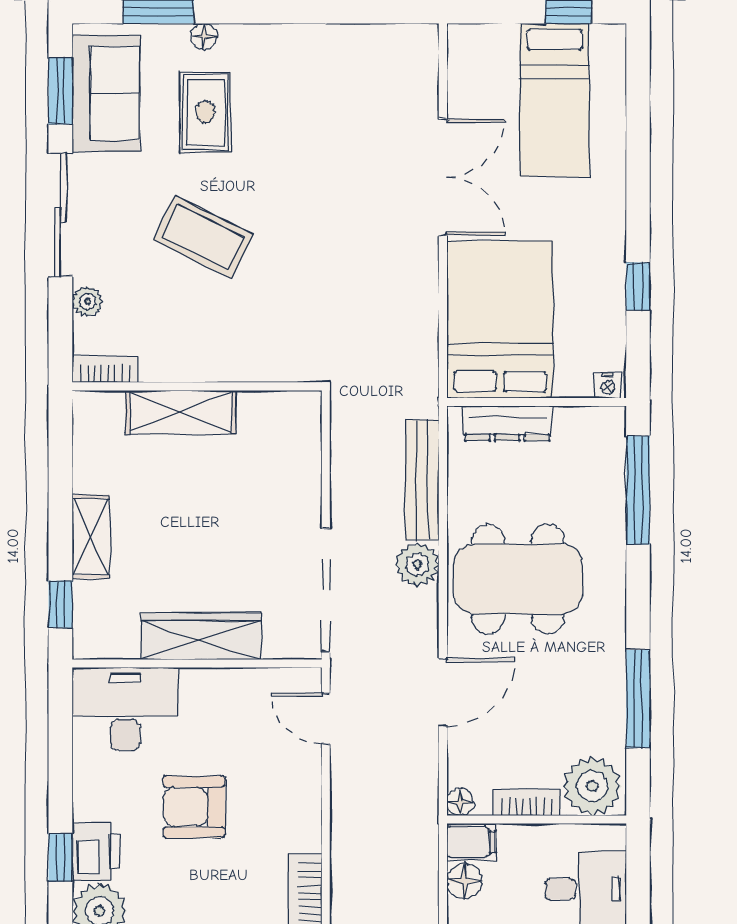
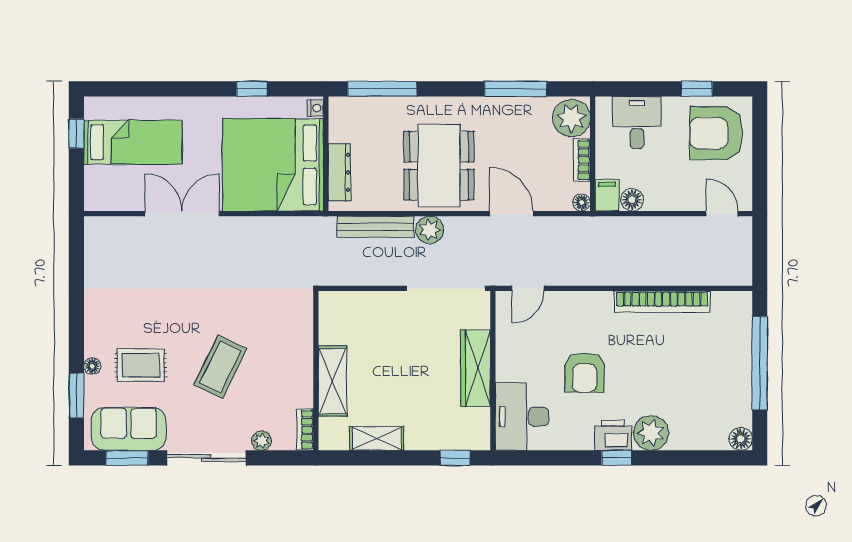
bed: (500, 319) -> (273, 165), width x1.36
shelving: (91, 537) -> (377, 438), moved

